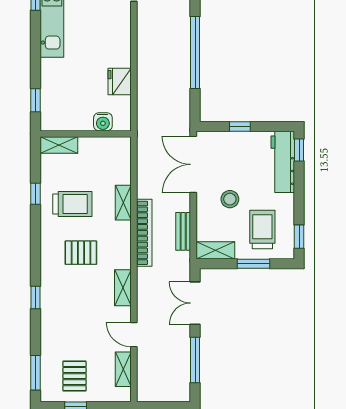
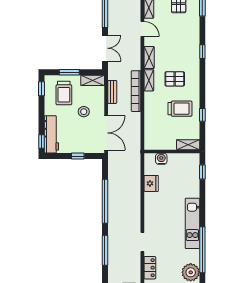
shelving: (123, 203) -> (149, 80), moved
trolley: (72, 204) -> (180, 109), turned 180

